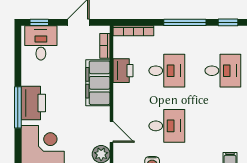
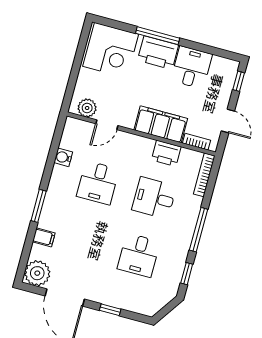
desk: (41, 43) -> (192, 67), moved, turned -90
desk: (167, 71) -> (154, 198), turned 90

